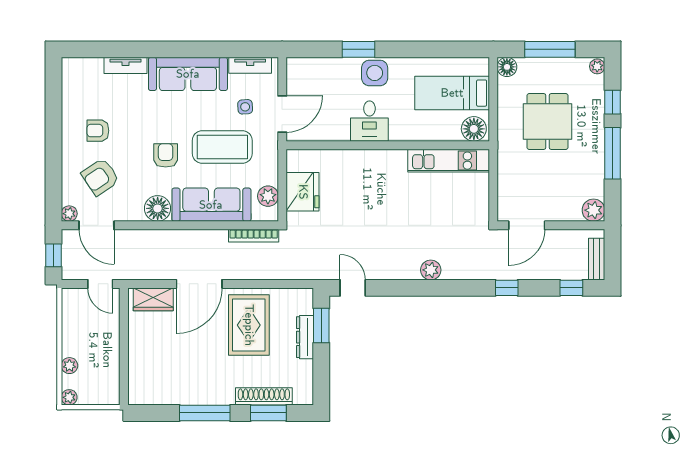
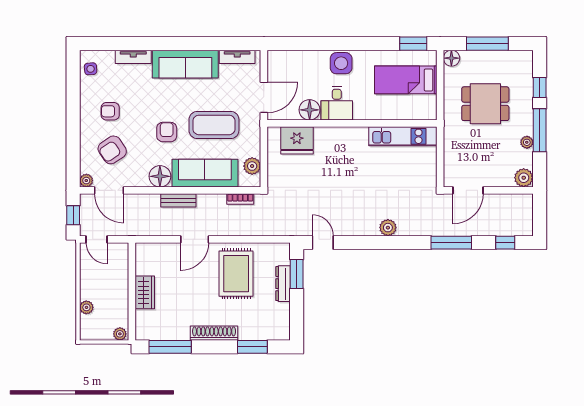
window: (359, 49) -> (413, 44), moved
plant: (597, 66) -> (527, 142), moved
side table: (245, 107) -> (91, 69), moved
dining table: (547, 122) -> (485, 104), turned 90
floor lamp: (474, 129) -> (310, 110), moved
fridge: (303, 192) -> (297, 140), moved, turned 90
bookcase: (254, 236) -> (240, 199), width x0.64
bench: (597, 259) -> (178, 200), moved, turned 90
door: (100, 284) -> (97, 239), moved
door: (199, 284) -> (195, 239), width x0.73
window: (507, 288) -> (451, 243), width x2.17
wardrobe: (153, 299) -> (145, 292), moved, turned -90
shoe rack: (264, 396) -> (214, 333), moved
plant: (69, 397) -> (120, 334), moved
window: (205, 413) -> (170, 347), moved

